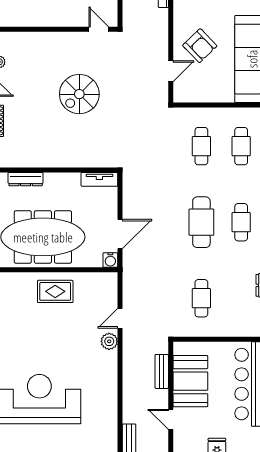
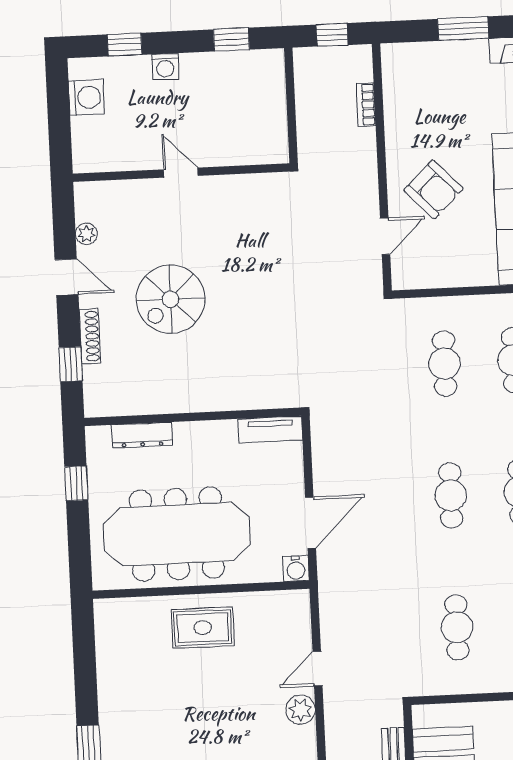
door: (99, 29) -> (181, 173), moved
spiral stairs: (79, 94) -> (171, 299), moved
cafe table: (201, 222) -> (451, 495), width x0.73, depth x0.74

